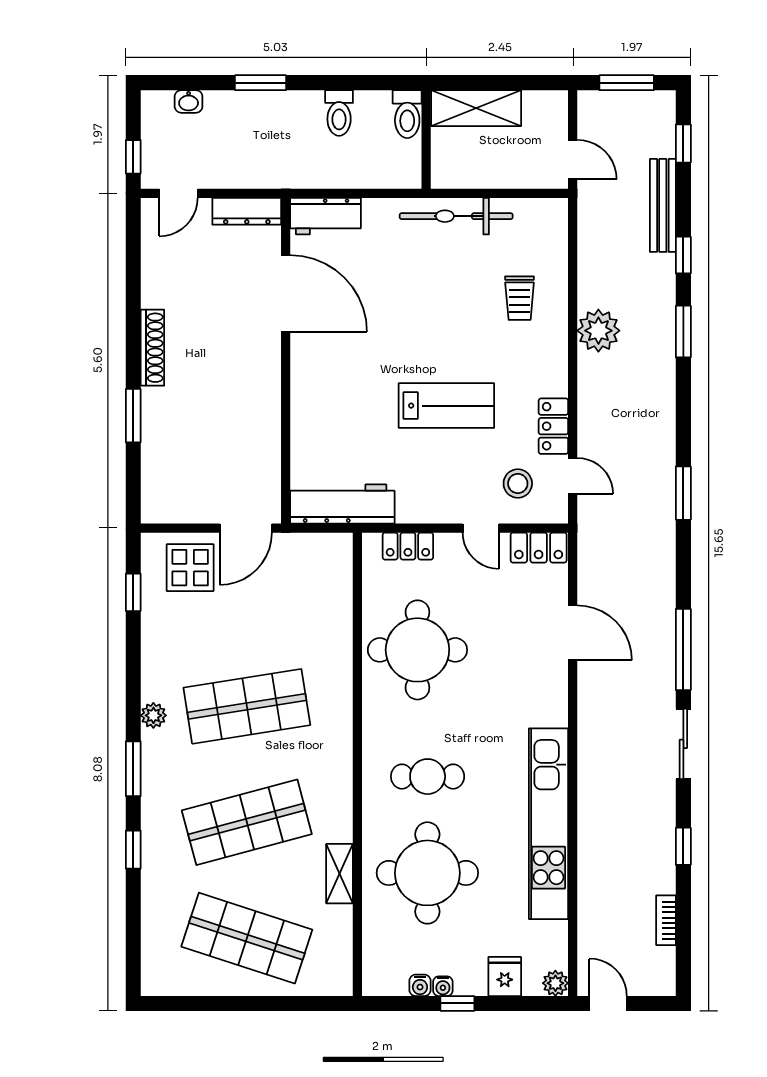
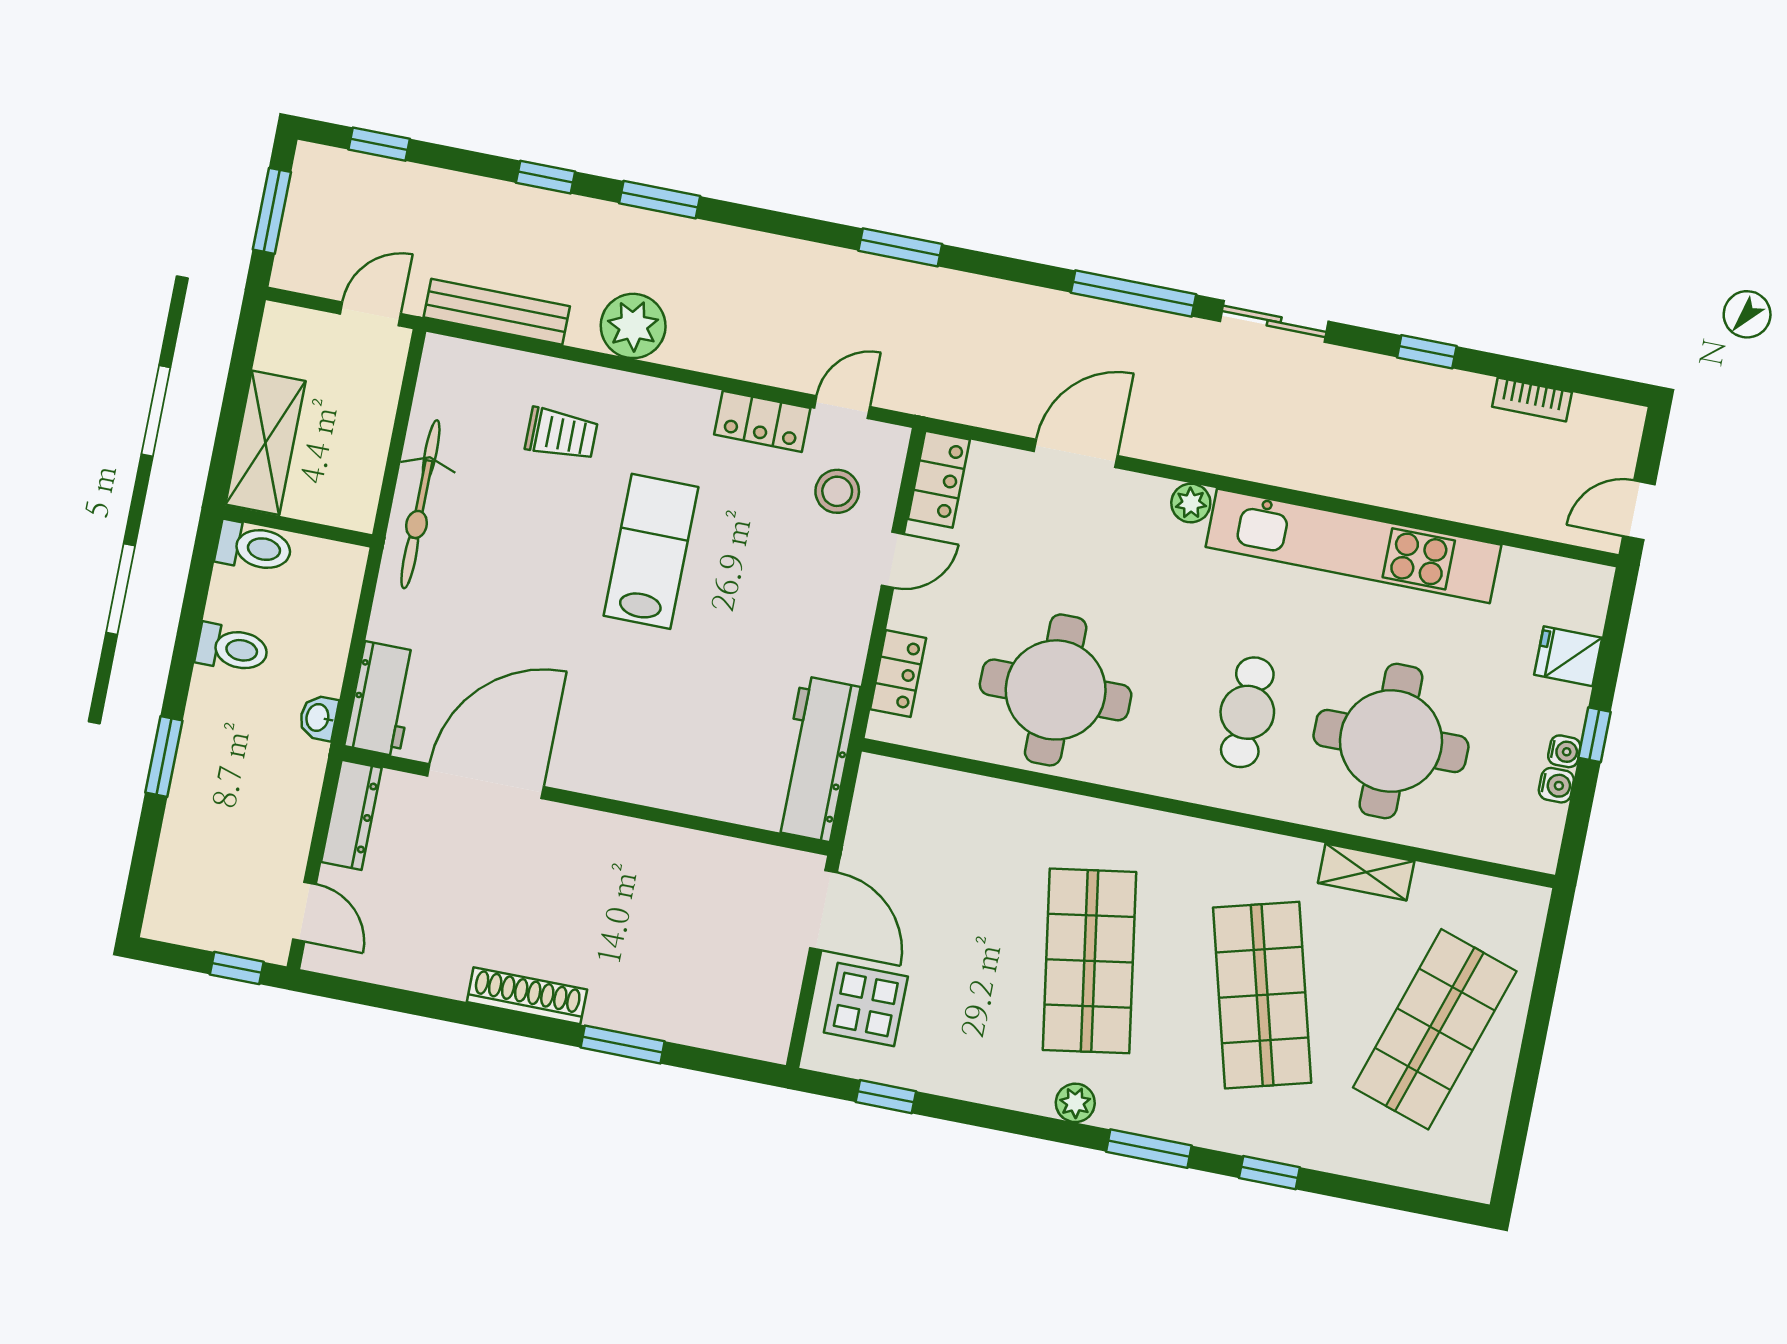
washbasin: (189, 101) -> (318, 718), moved, turned 180
bench: (663, 205) -> (497, 312), moved
lab bench: (446, 406) -> (651, 551), moved
plant: (555, 983) -> (1191, 503), moved

